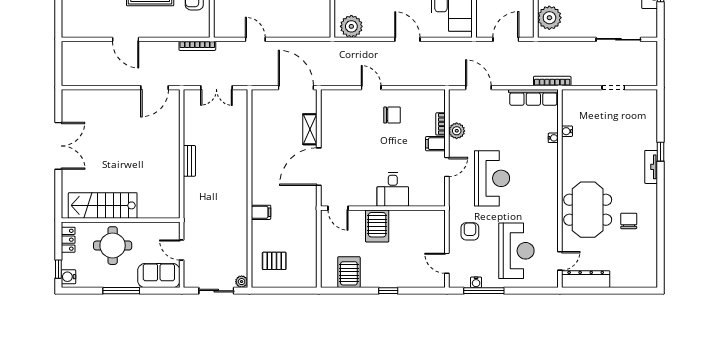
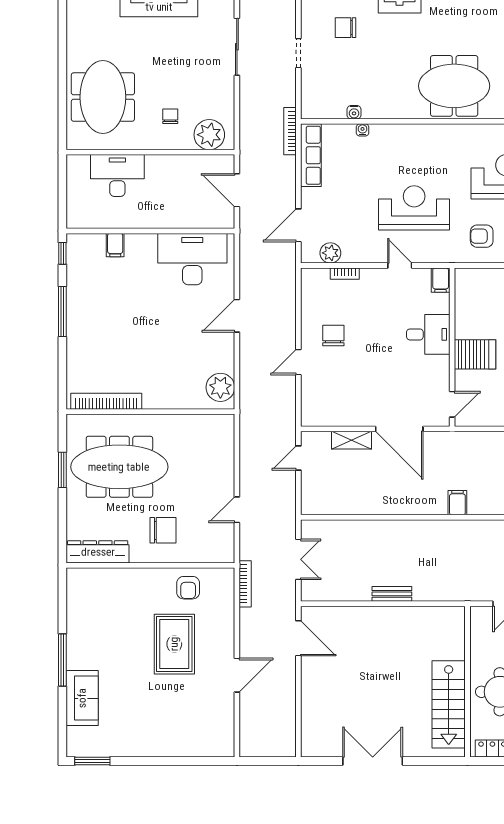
door: (296, 88) -> (298, 458), width x0.53
plant: (457, 131) -> (330, 253), moved
filing cabinet: (435, 144) -> (441, 280), moved
chair: (629, 221) -> (346, 28), moved

